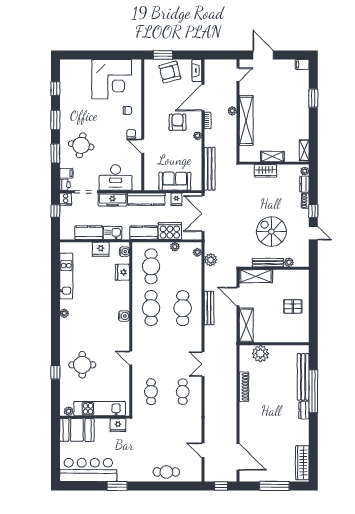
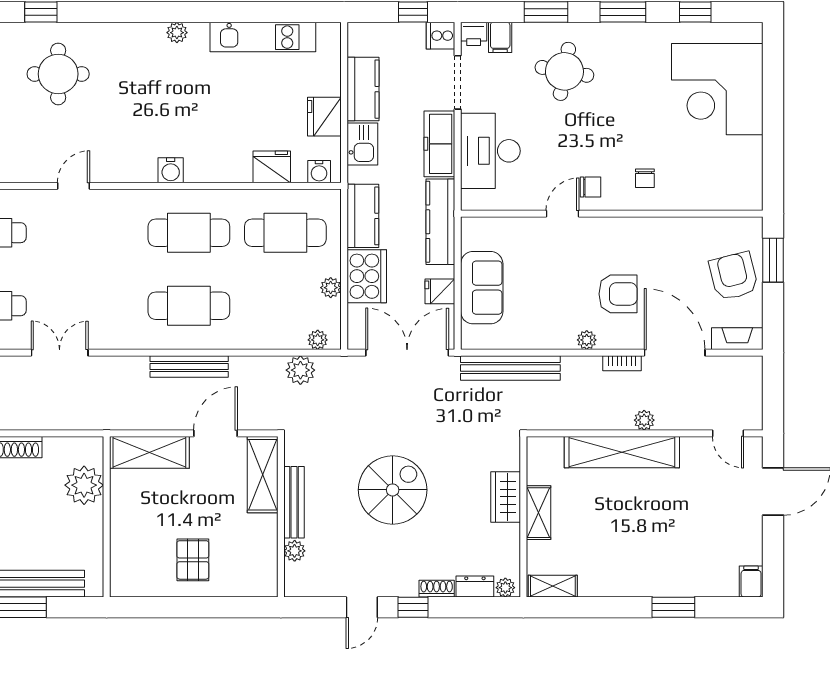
corner desk: (112, 79) -> (717, 89), moved
spiral stairs: (271, 232) -> (393, 490), moved

